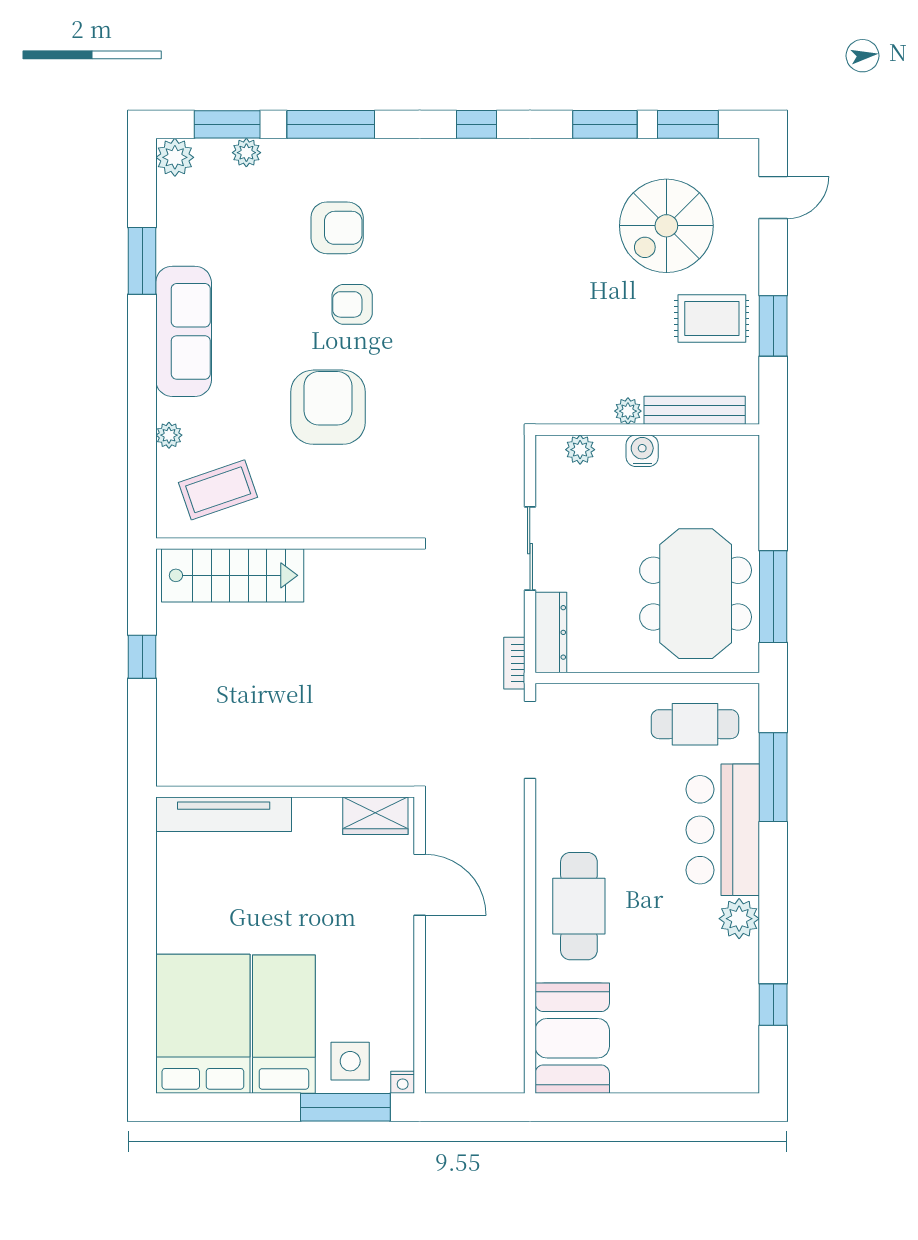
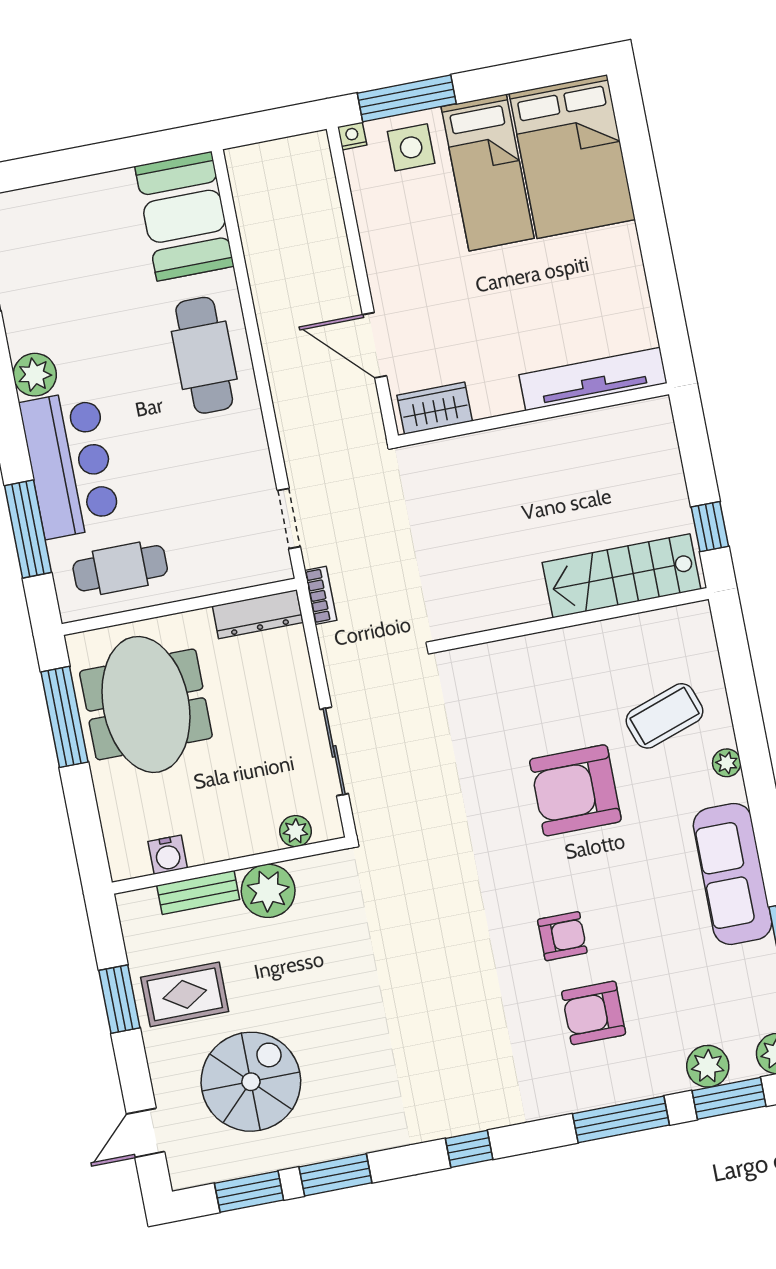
plant: (246, 153) -> (708, 1066), width x1.38, depth x1.38
armchair: (328, 407) -> (575, 790), moved, turned 90
bench: (695, 410) -> (198, 892), width x0.73
plant: (628, 411) -> (268, 891), width x1.87, depth x1.87
water cooler: (642, 451) -> (168, 855), moved
wall: (285, 543) -> (573, 620), moved
sliding door: (530, 549) -> (334, 751), moved
stairs: (233, 575) -> (621, 576), moved
dresser: (551, 632) -> (258, 614), moved, turned -90
doorway: (530, 740) -> (289, 518), width x0.73

